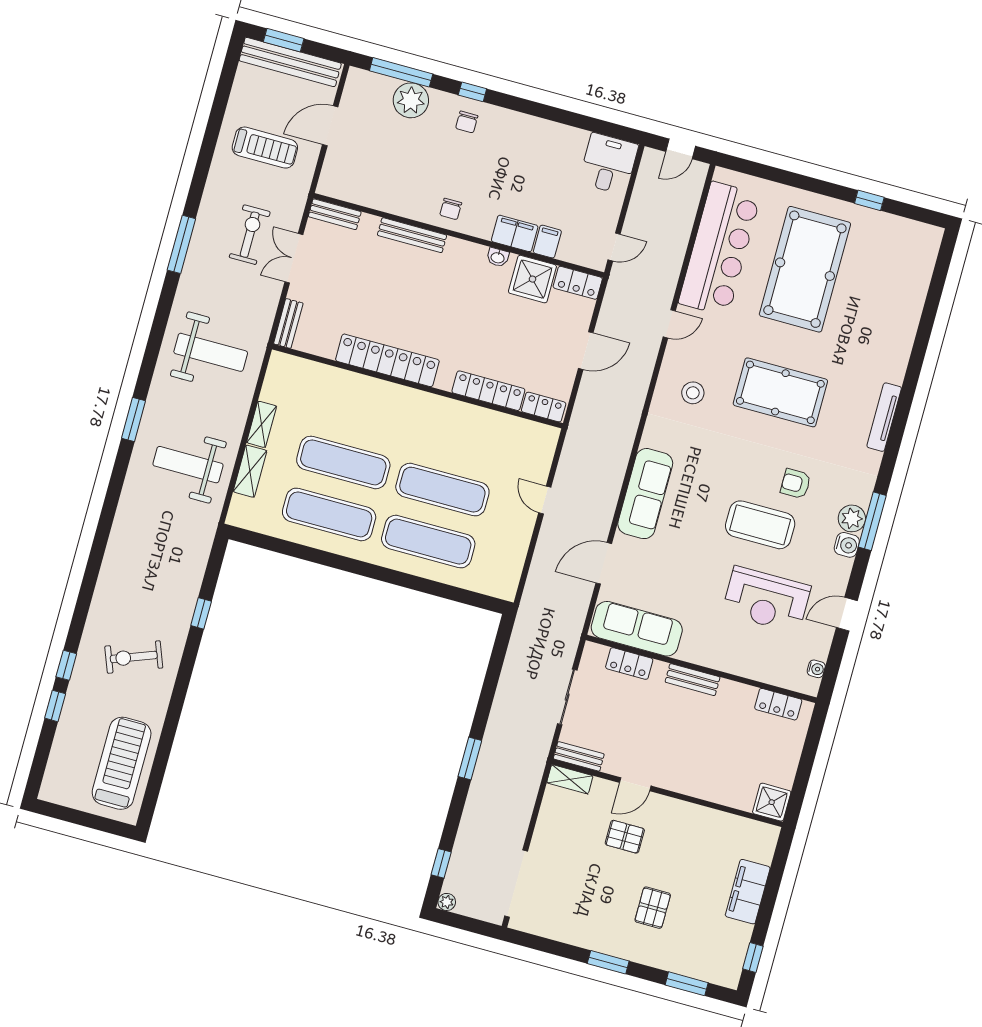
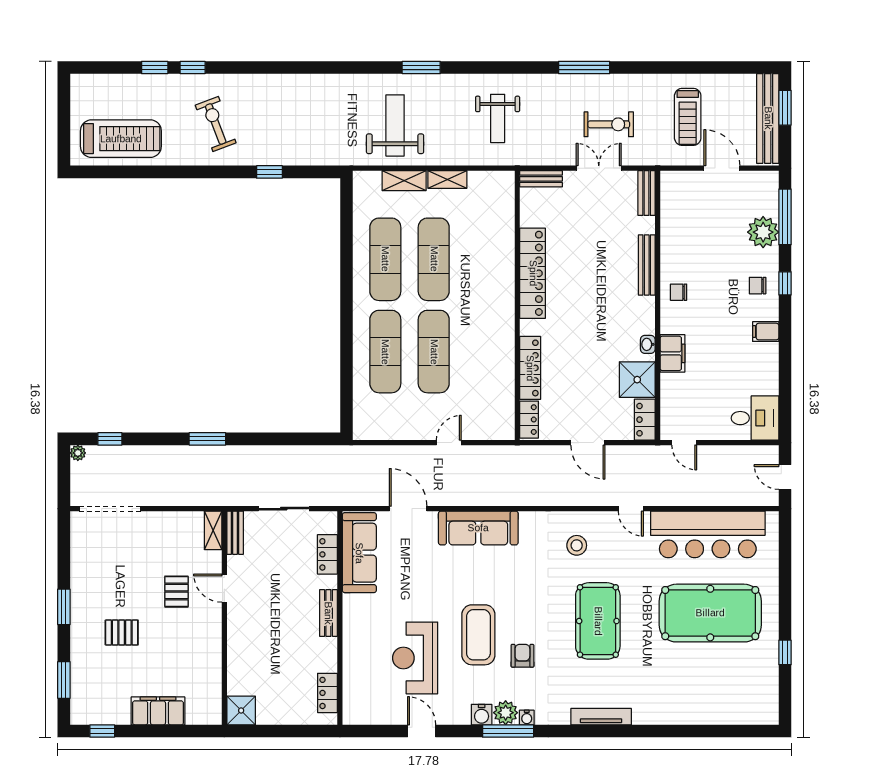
filing cabinet: (547, 242) -> (766, 332), moved, turned 180
weight bench: (211, 352) -> (498, 118), width x0.73, depth x0.75
water cooler: (816, 669) -> (527, 717), moved

